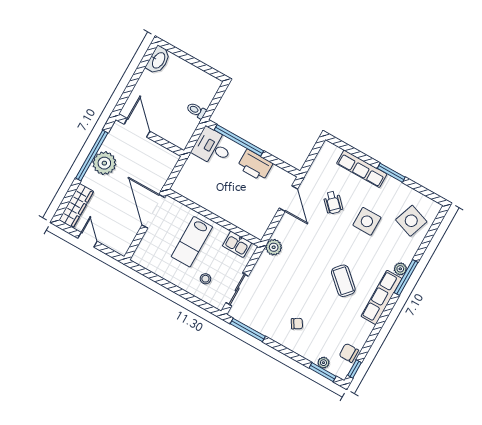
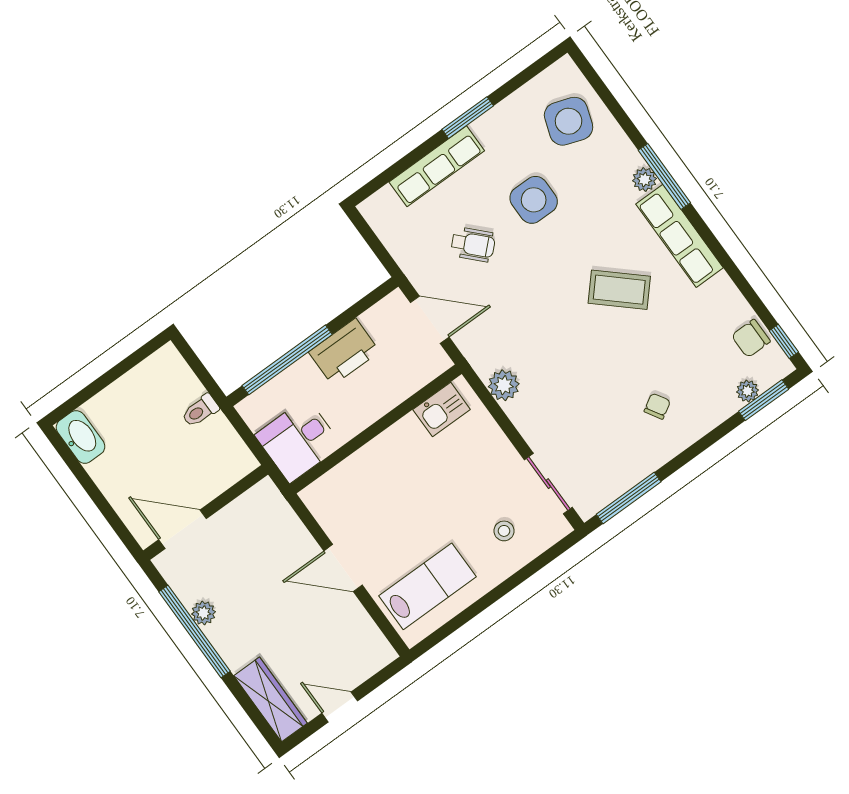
desk: (213, 147) -> (298, 440), moved
plant: (104, 163) -> (203, 613), width x0.53, depth x0.53
door: (153, 211) -> (343, 568), width x0.73
wall: (214, 218) -> (376, 429), moved
lab bench: (192, 242) -> (428, 586), moved, turned -90
kitchen sink: (237, 244) -> (442, 409), moved

